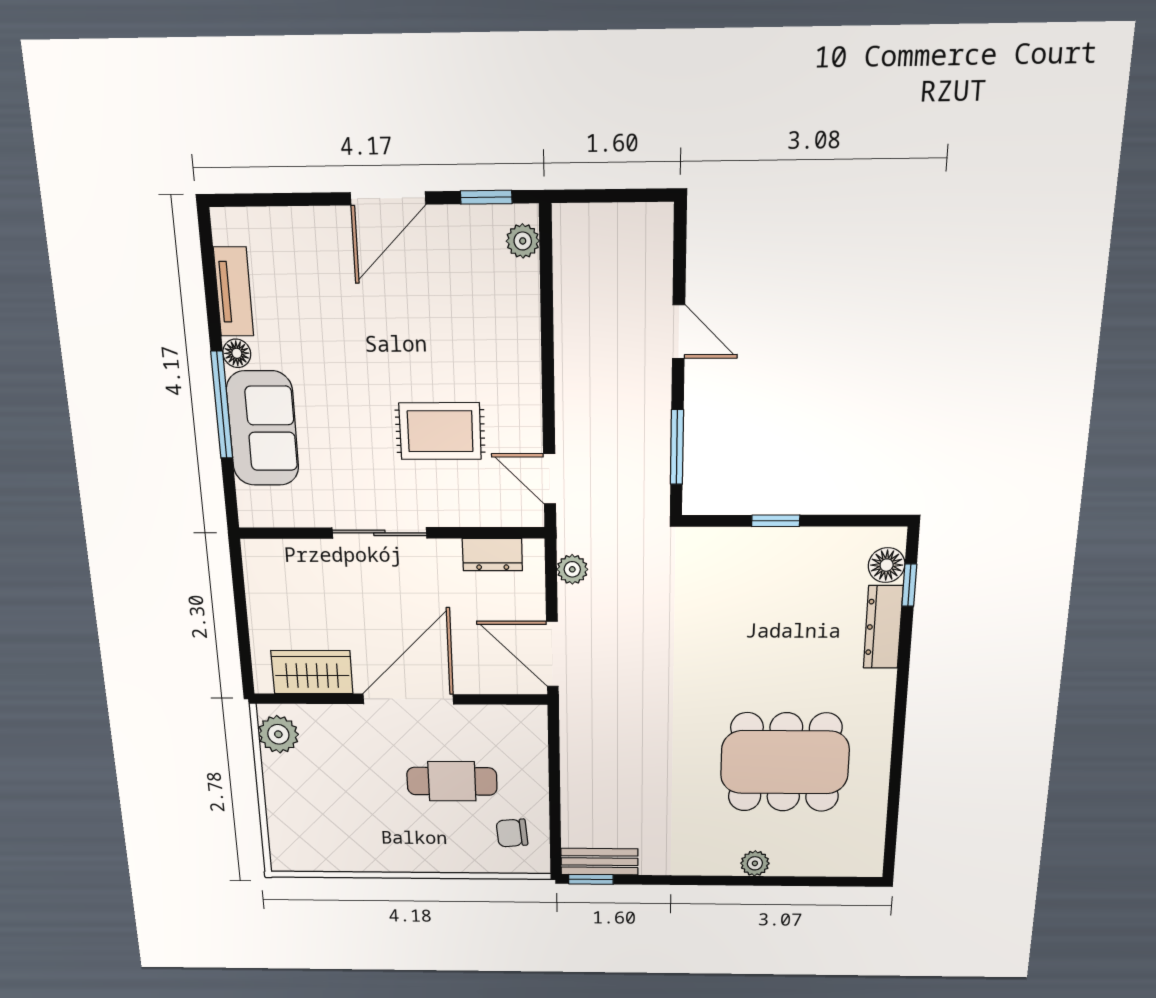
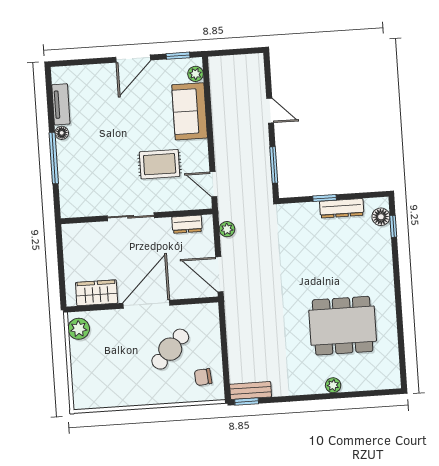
sofa: (263, 429) -> (190, 111), moved, turned 180
dresser: (883, 627) -> (342, 208), moved, turned -90
cafe table: (452, 781) -> (170, 349), turned -46

